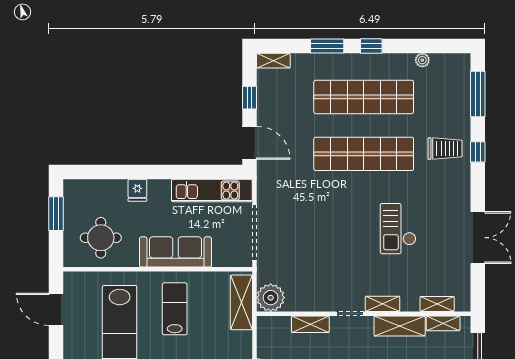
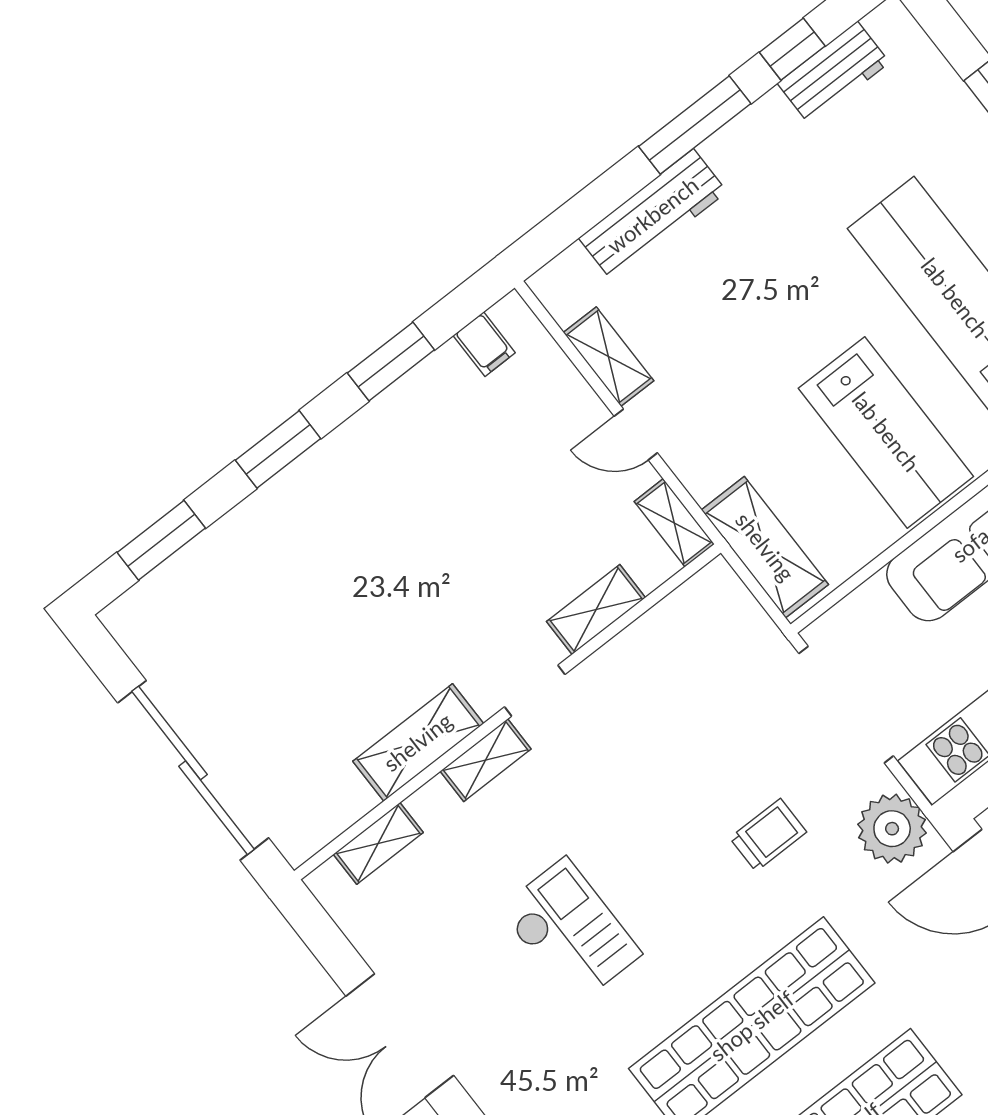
trolley: (311, 210) -> (768, 835), added
plant: (271, 298) -> (892, 829), moved
lab bench: (175, 309) -> (886, 432), width x1.36, depth x1.39
shelving: (443, 323) -> (674, 523), moved, turned 90

